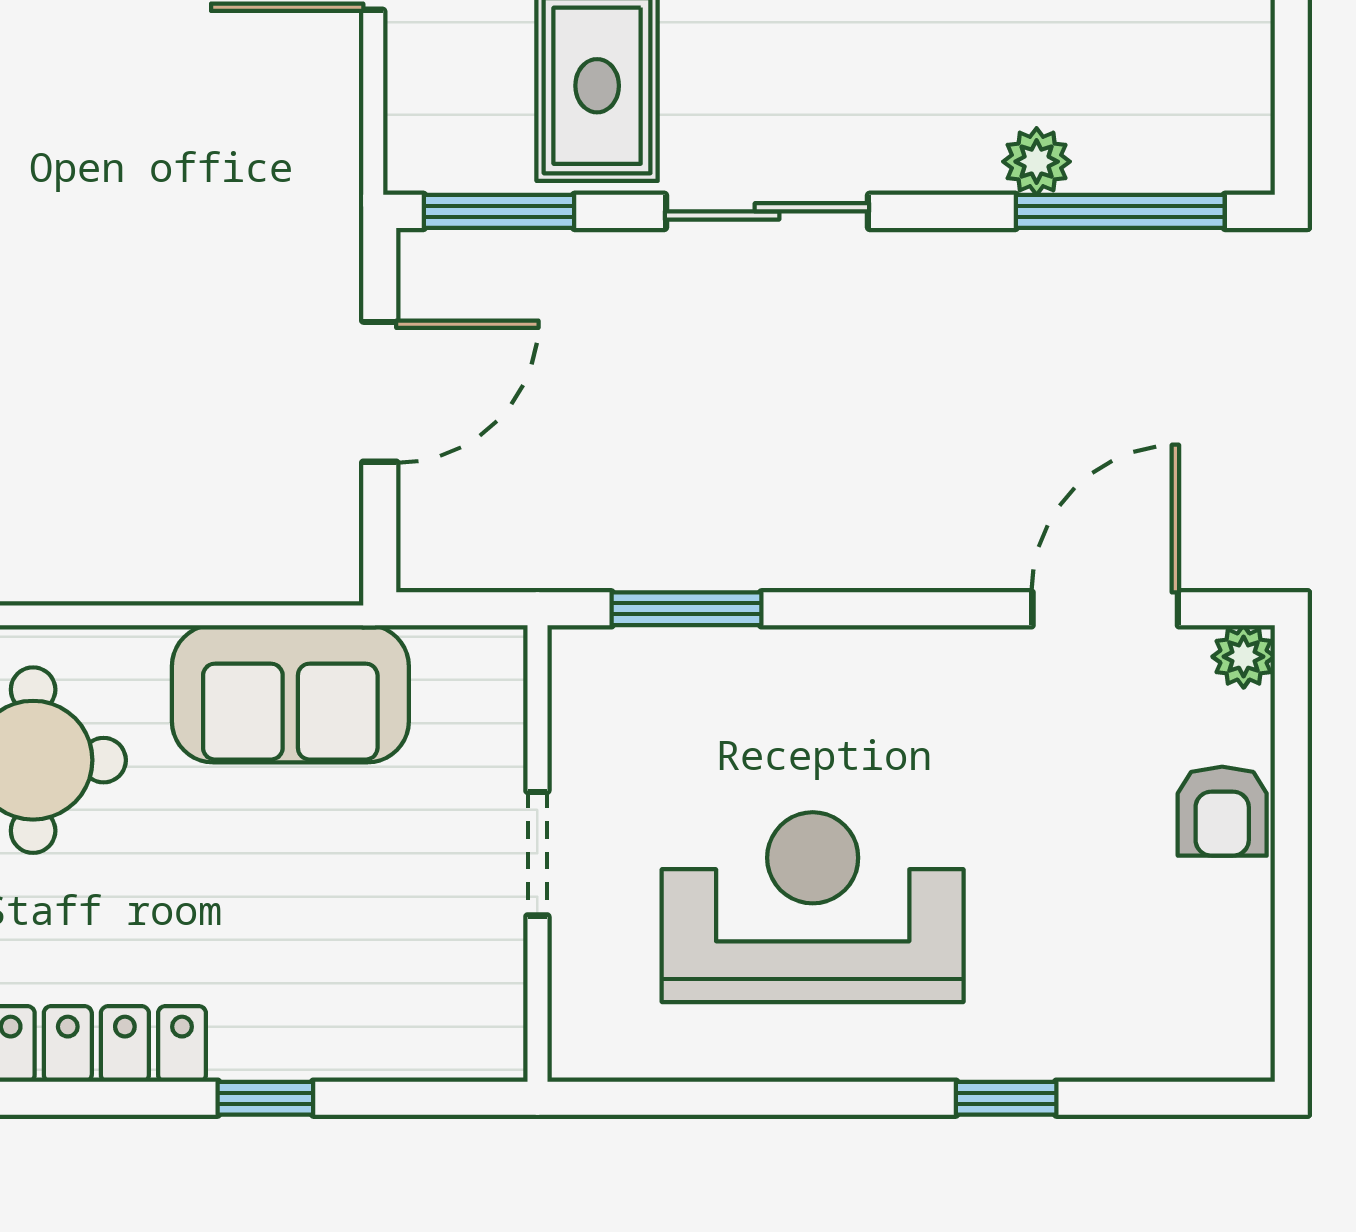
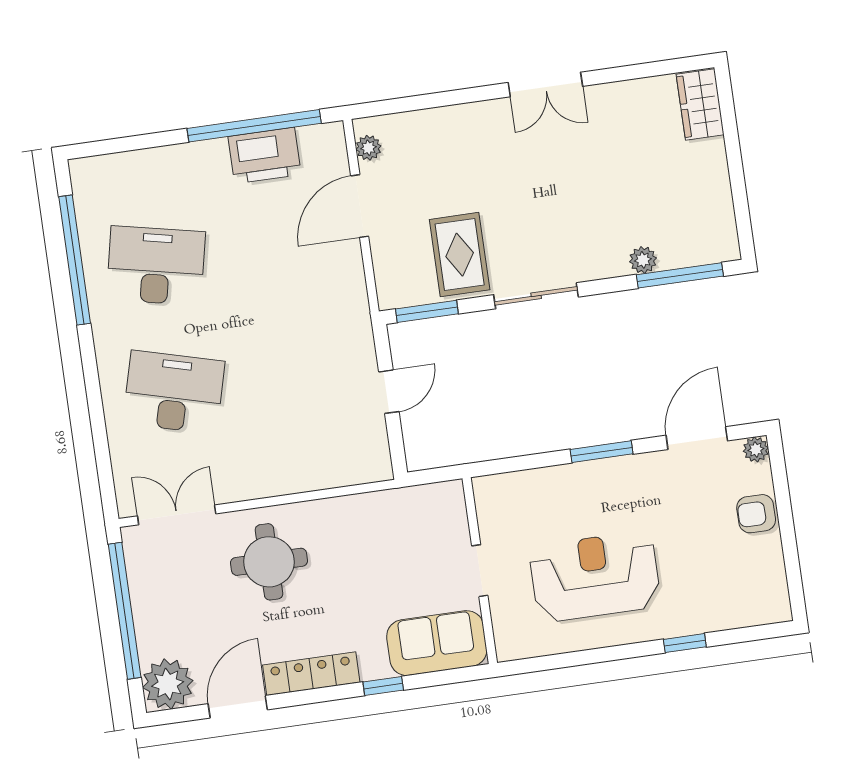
door: (380, 392) -> (389, 392), width x0.73
window: (686, 609) -> (602, 452), moved
sofa: (290, 694) -> (437, 643), moved, turned 180
armchair: (1222, 811) -> (756, 514), turned 90

